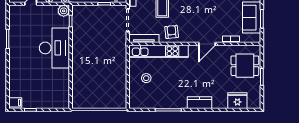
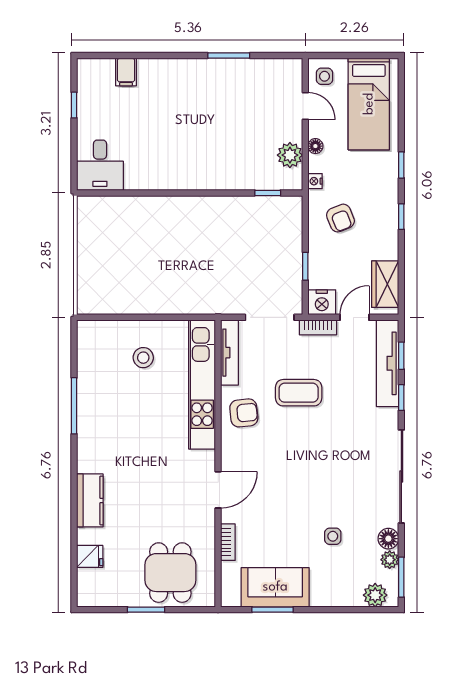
plant: (64, 11) -> (290, 155), moved
door: (207, 44) -> (218, 490), swing flipped
desk: (54, 48) -> (100, 165), moved, width x0.53, depth x0.77
fridge: (237, 101) -> (90, 556), width x0.53, depth x0.75
filing cabinet: (15, 102) -> (126, 72), moved
kitchen counter: (200, 103) -> (90, 500), moved

